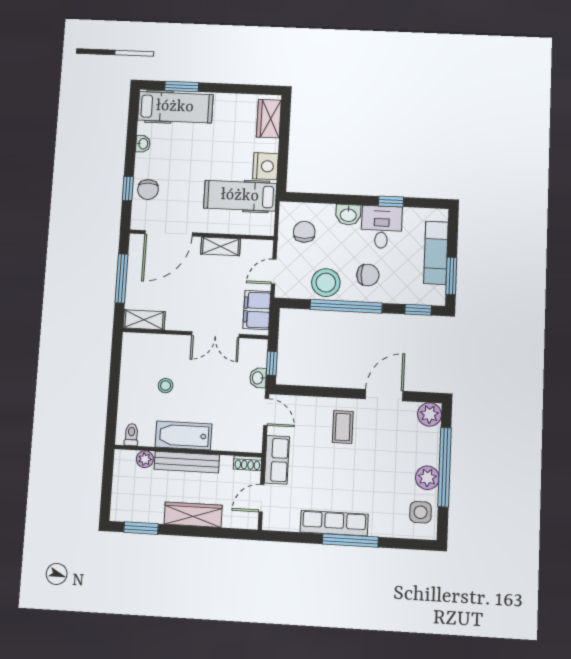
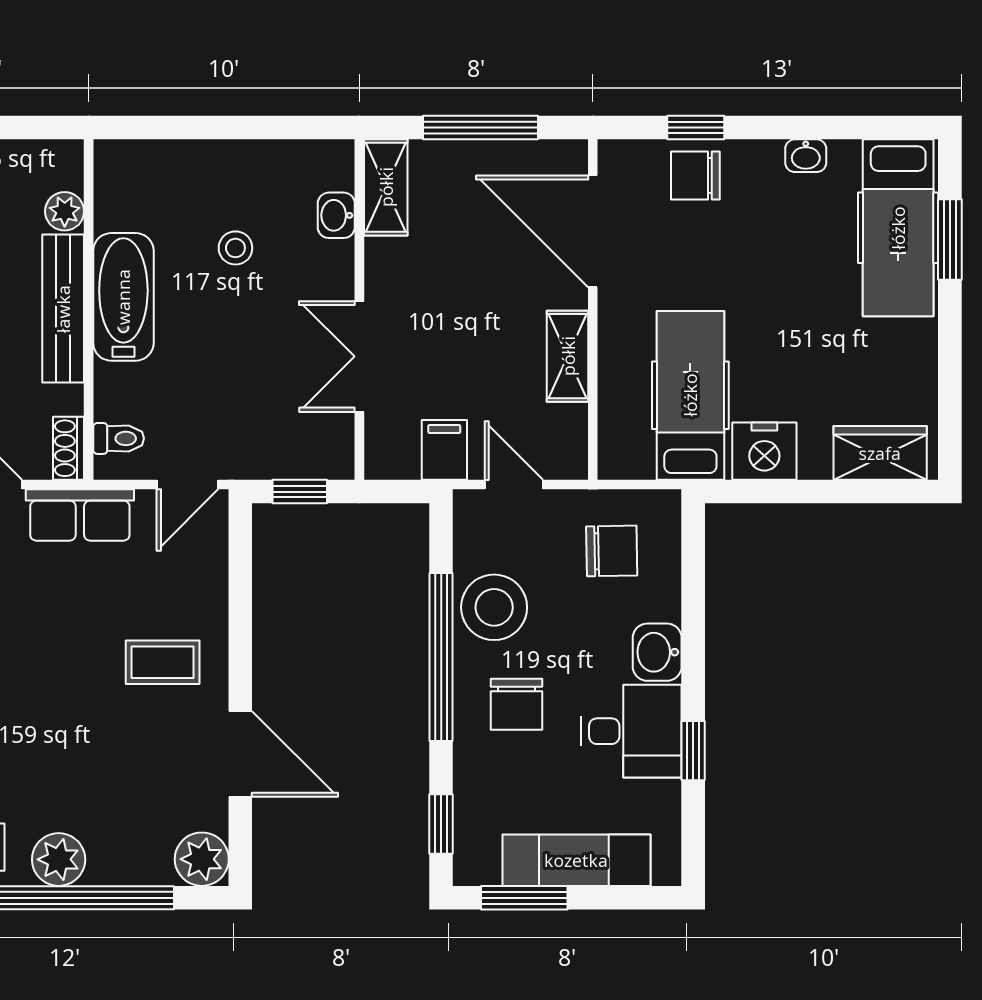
filing cabinet: (257, 310) -> (444, 450), width x0.50
washbasin: (258, 378) -> (336, 215), moved, turned -90
toilet: (131, 435) -> (119, 438), moved

